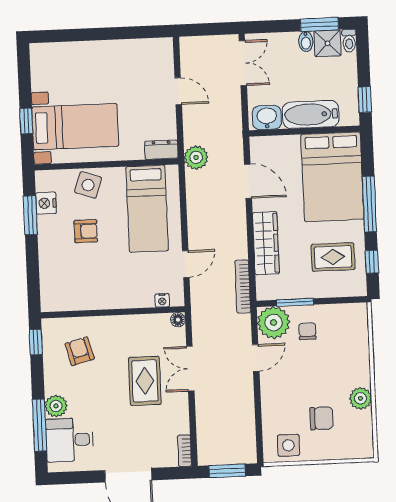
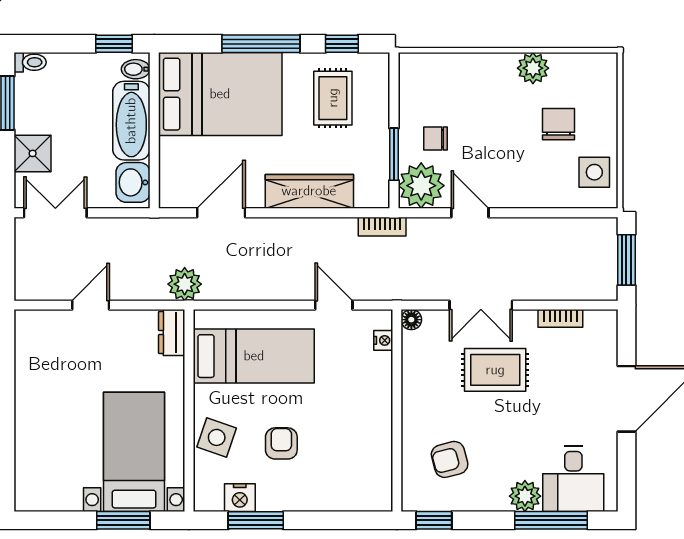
bidet: (306, 41) -> (136, 69), moved, turned 180
shower: (328, 43) -> (33, 153), moved
window: (26, 121) -> (123, 520), width x1.50
bookcase: (243, 287) -> (382, 227), width x0.64
bookcase: (184, 451) -> (560, 318), moved

